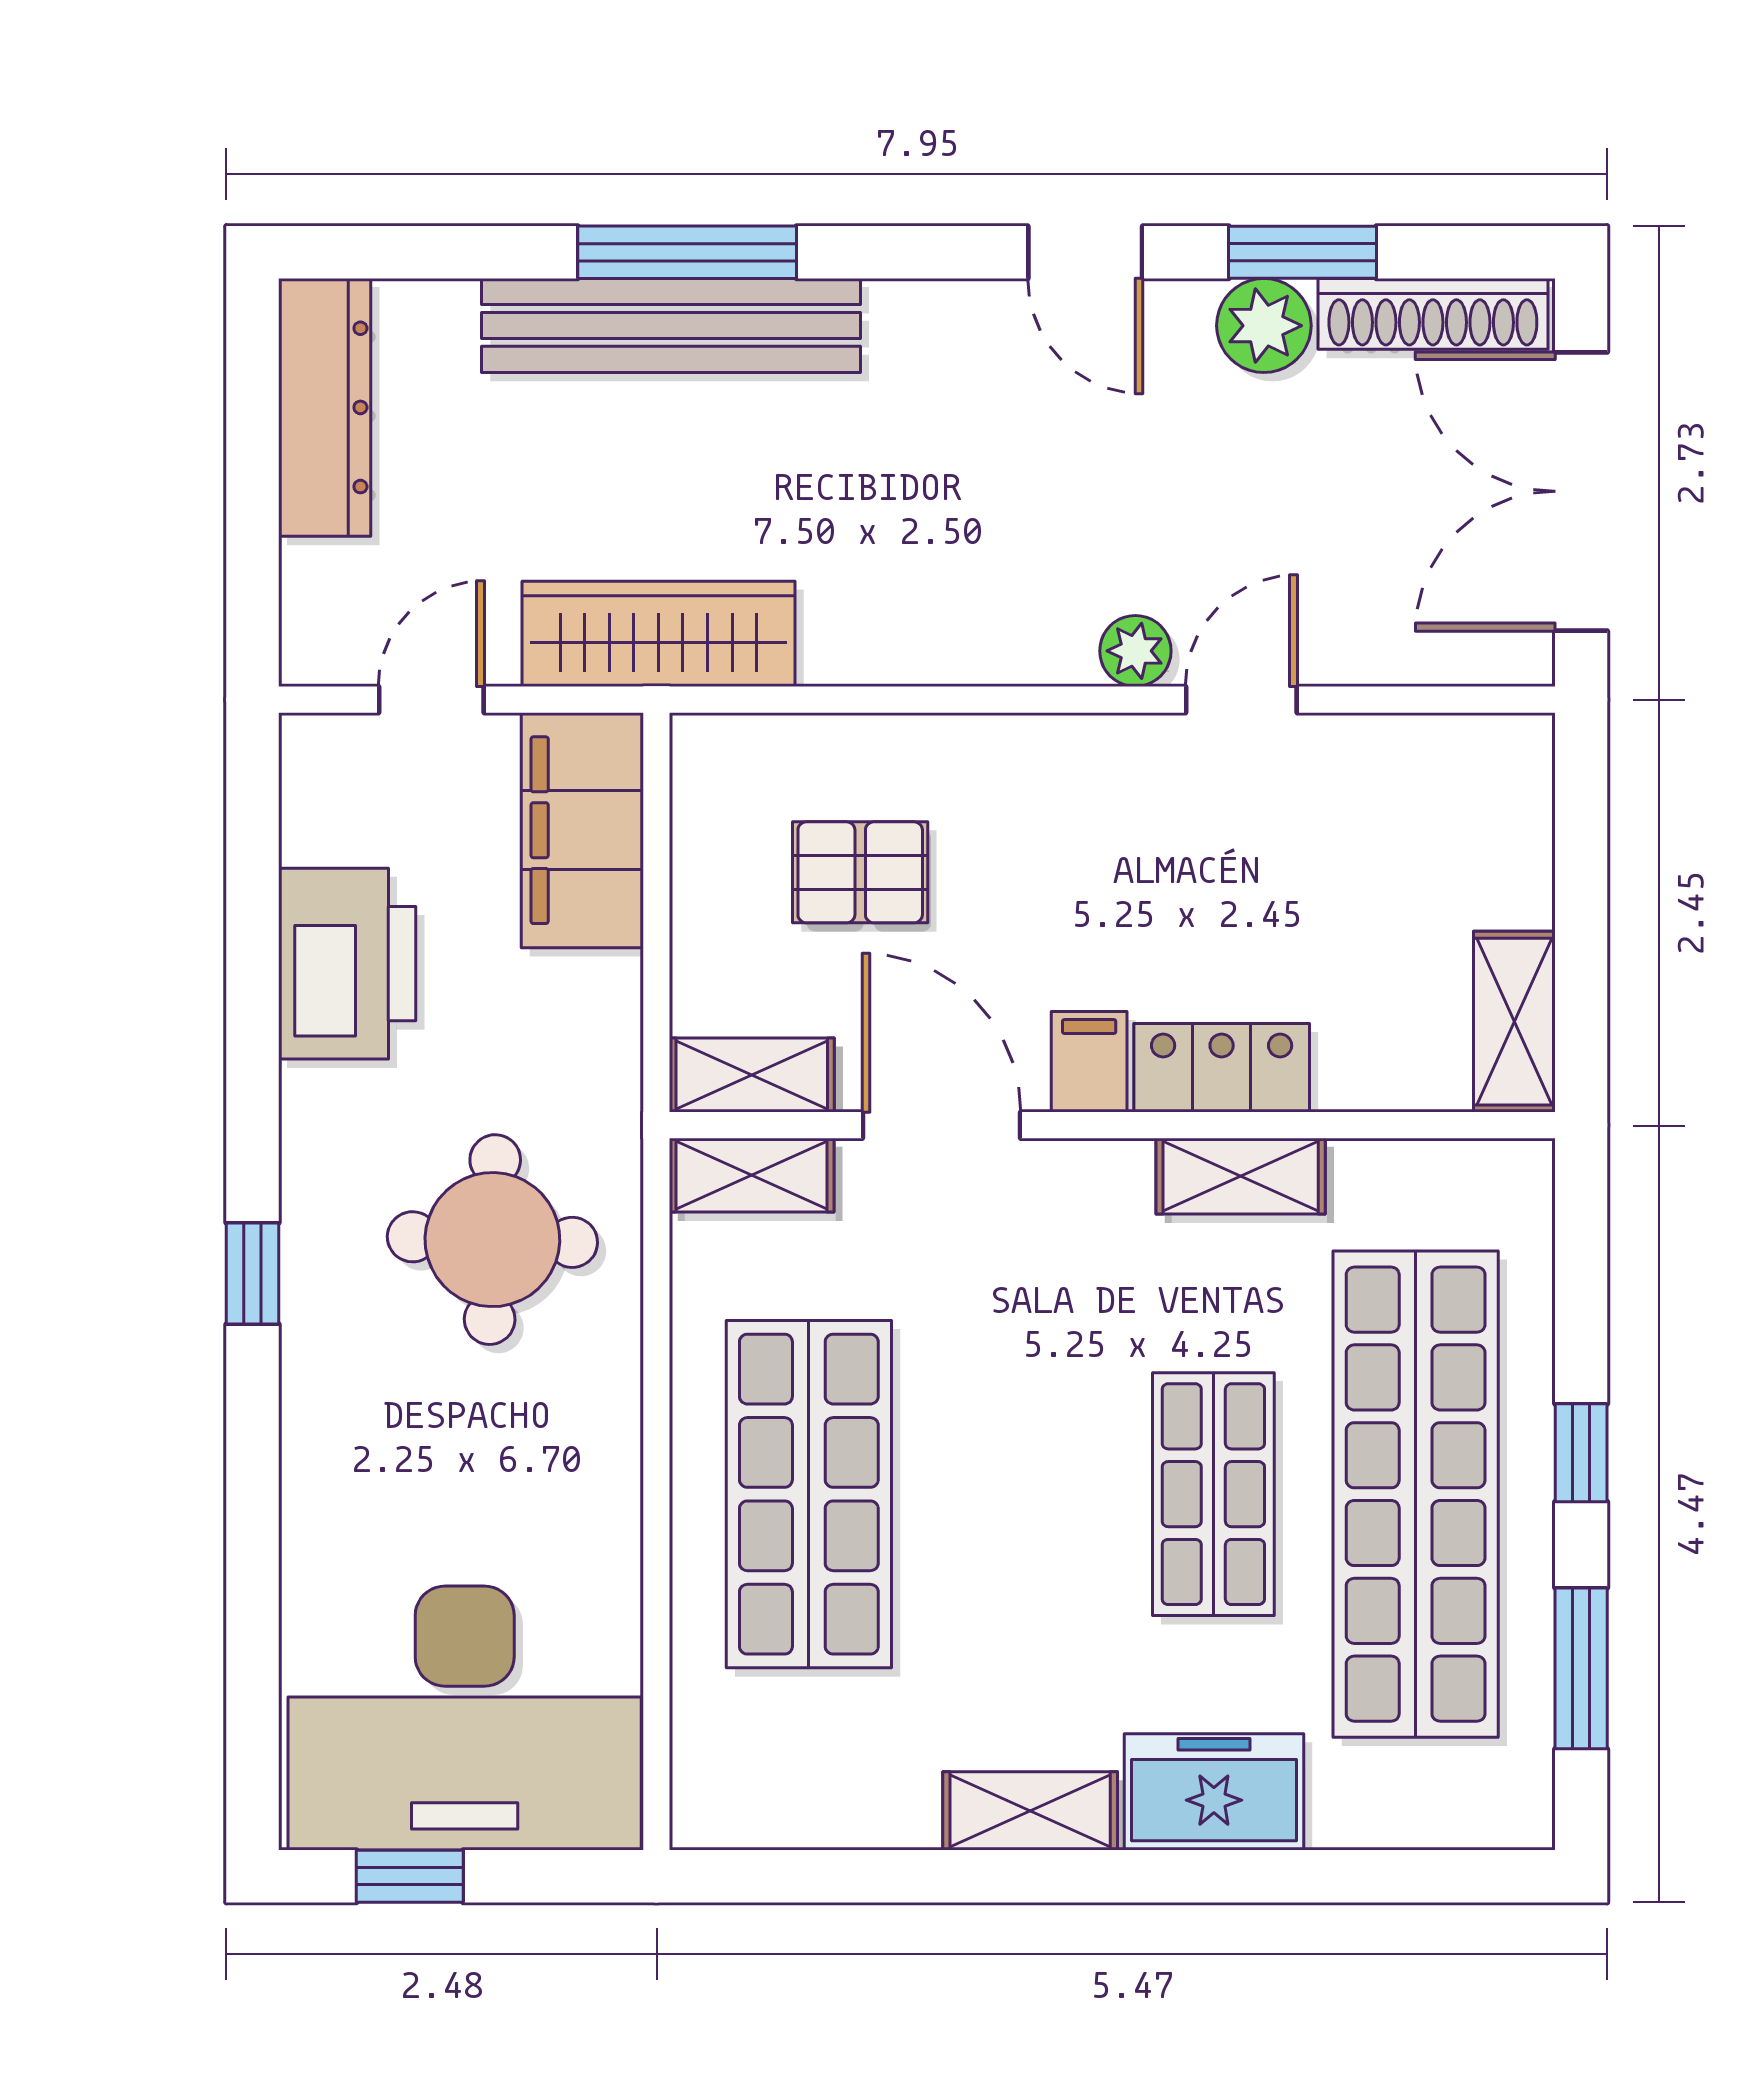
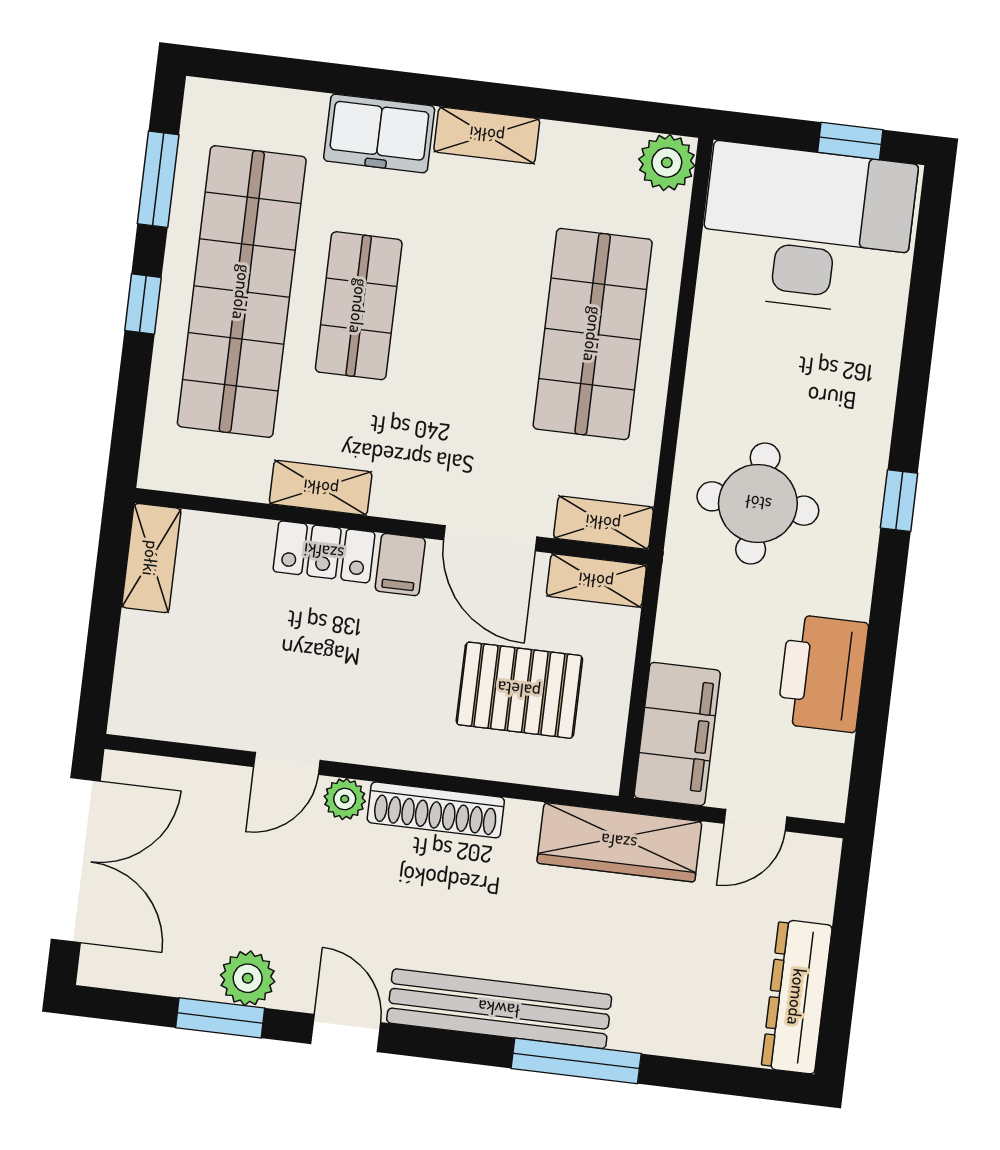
shoe rack: (1433, 314) -> (436, 810), moved, turned 180
bench: (671, 325) -> (499, 1009), moved
pallet: (860, 872) -> (519, 690), width x1.50, depth x1.42
plant: (718, 1802) -> (667, 163), added

